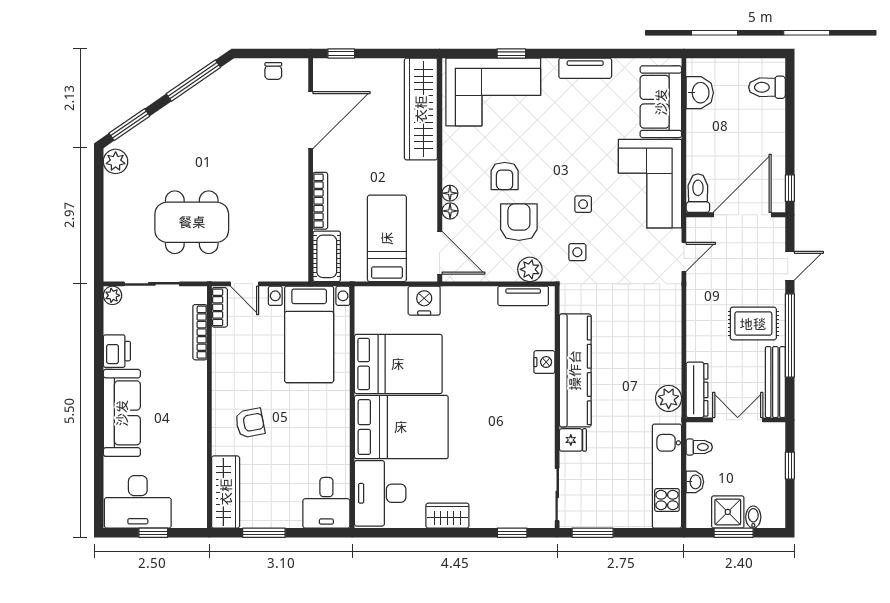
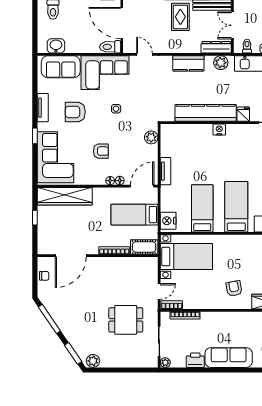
window: (341, 54) -> (35, 218), moved
window: (511, 54) -> (35, 136), moved
door: (311, 120) -> (71, 256), swing flipped
dining table: (192, 222) -> (126, 320), width x0.73
armchair: (519, 222) -> (75, 112), moved
side table: (577, 252) -> (142, 112), removed
tv unit: (523, 296) -> (166, 171), moved
nightstand: (424, 301) -> (168, 221), moved
kitchen counter: (667, 338) -> (188, 63), added
nightstand: (544, 362) -> (219, 130), moved
bed: (398, 364) -> (202, 208), width x0.67
bed: (401, 427) -> (236, 207), width x0.67

